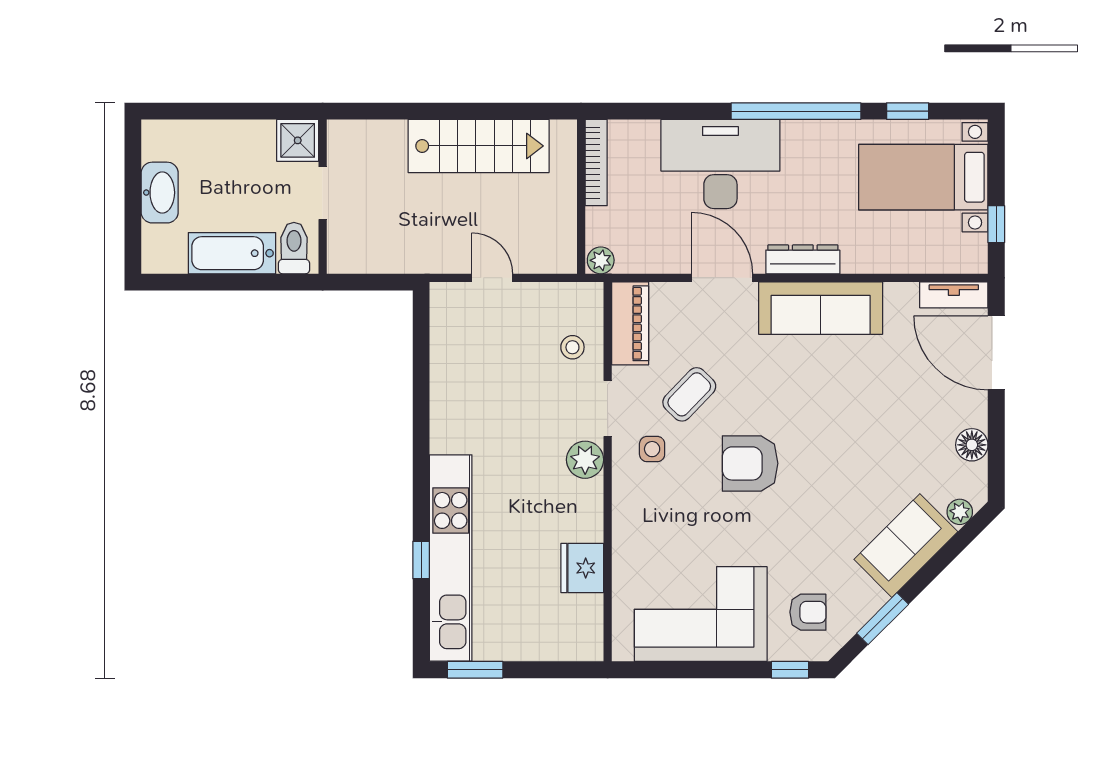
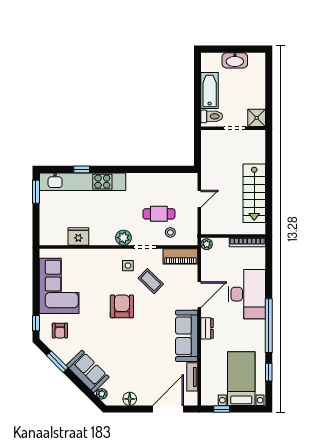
dresser: (803, 259) -> (207, 328), width x0.70
tv unit: (954, 295) -> (192, 377), moved
cafe table: (528, 375) -> (159, 214), added

